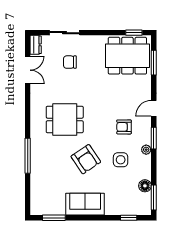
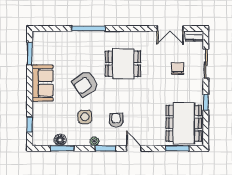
window: (134, 33) -> (206, 102), moved
dining table: (65, 119) -> (123, 64), turned 90
window: (154, 197) -> (62, 148), moved

